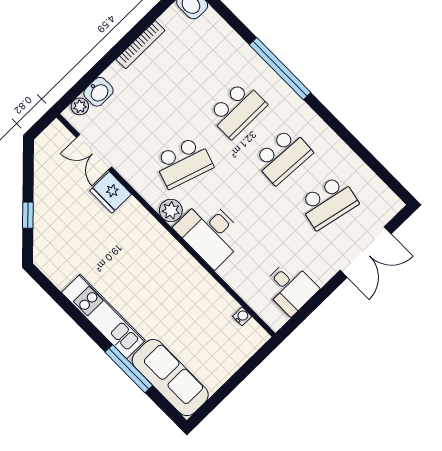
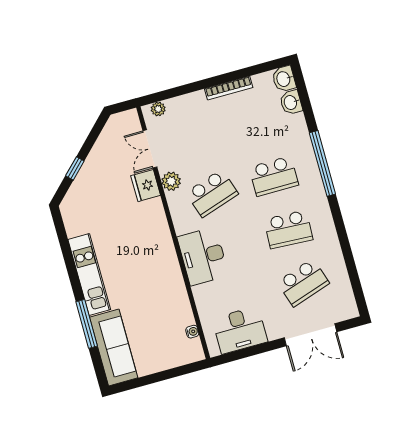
washbasin: (98, 92) -> (291, 102), moved, turned 90
school desk: (183, 162) -> (212, 193), turned -36
school desk: (328, 202) -> (303, 283), turned -30
plant: (171, 210) -> (171, 181), moved
desk: (290, 288) -> (240, 330), width x1.37

